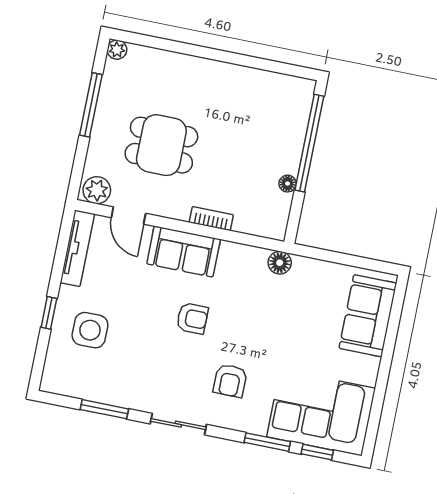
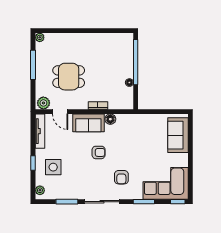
floor lamp: (280, 263) -> (110, 119), moved
plant: (52, 374) -> (40, 190), added
sliding door: (178, 424) -> (102, 202), width x1.37
window: (317, 452) -> (178, 202), moved

